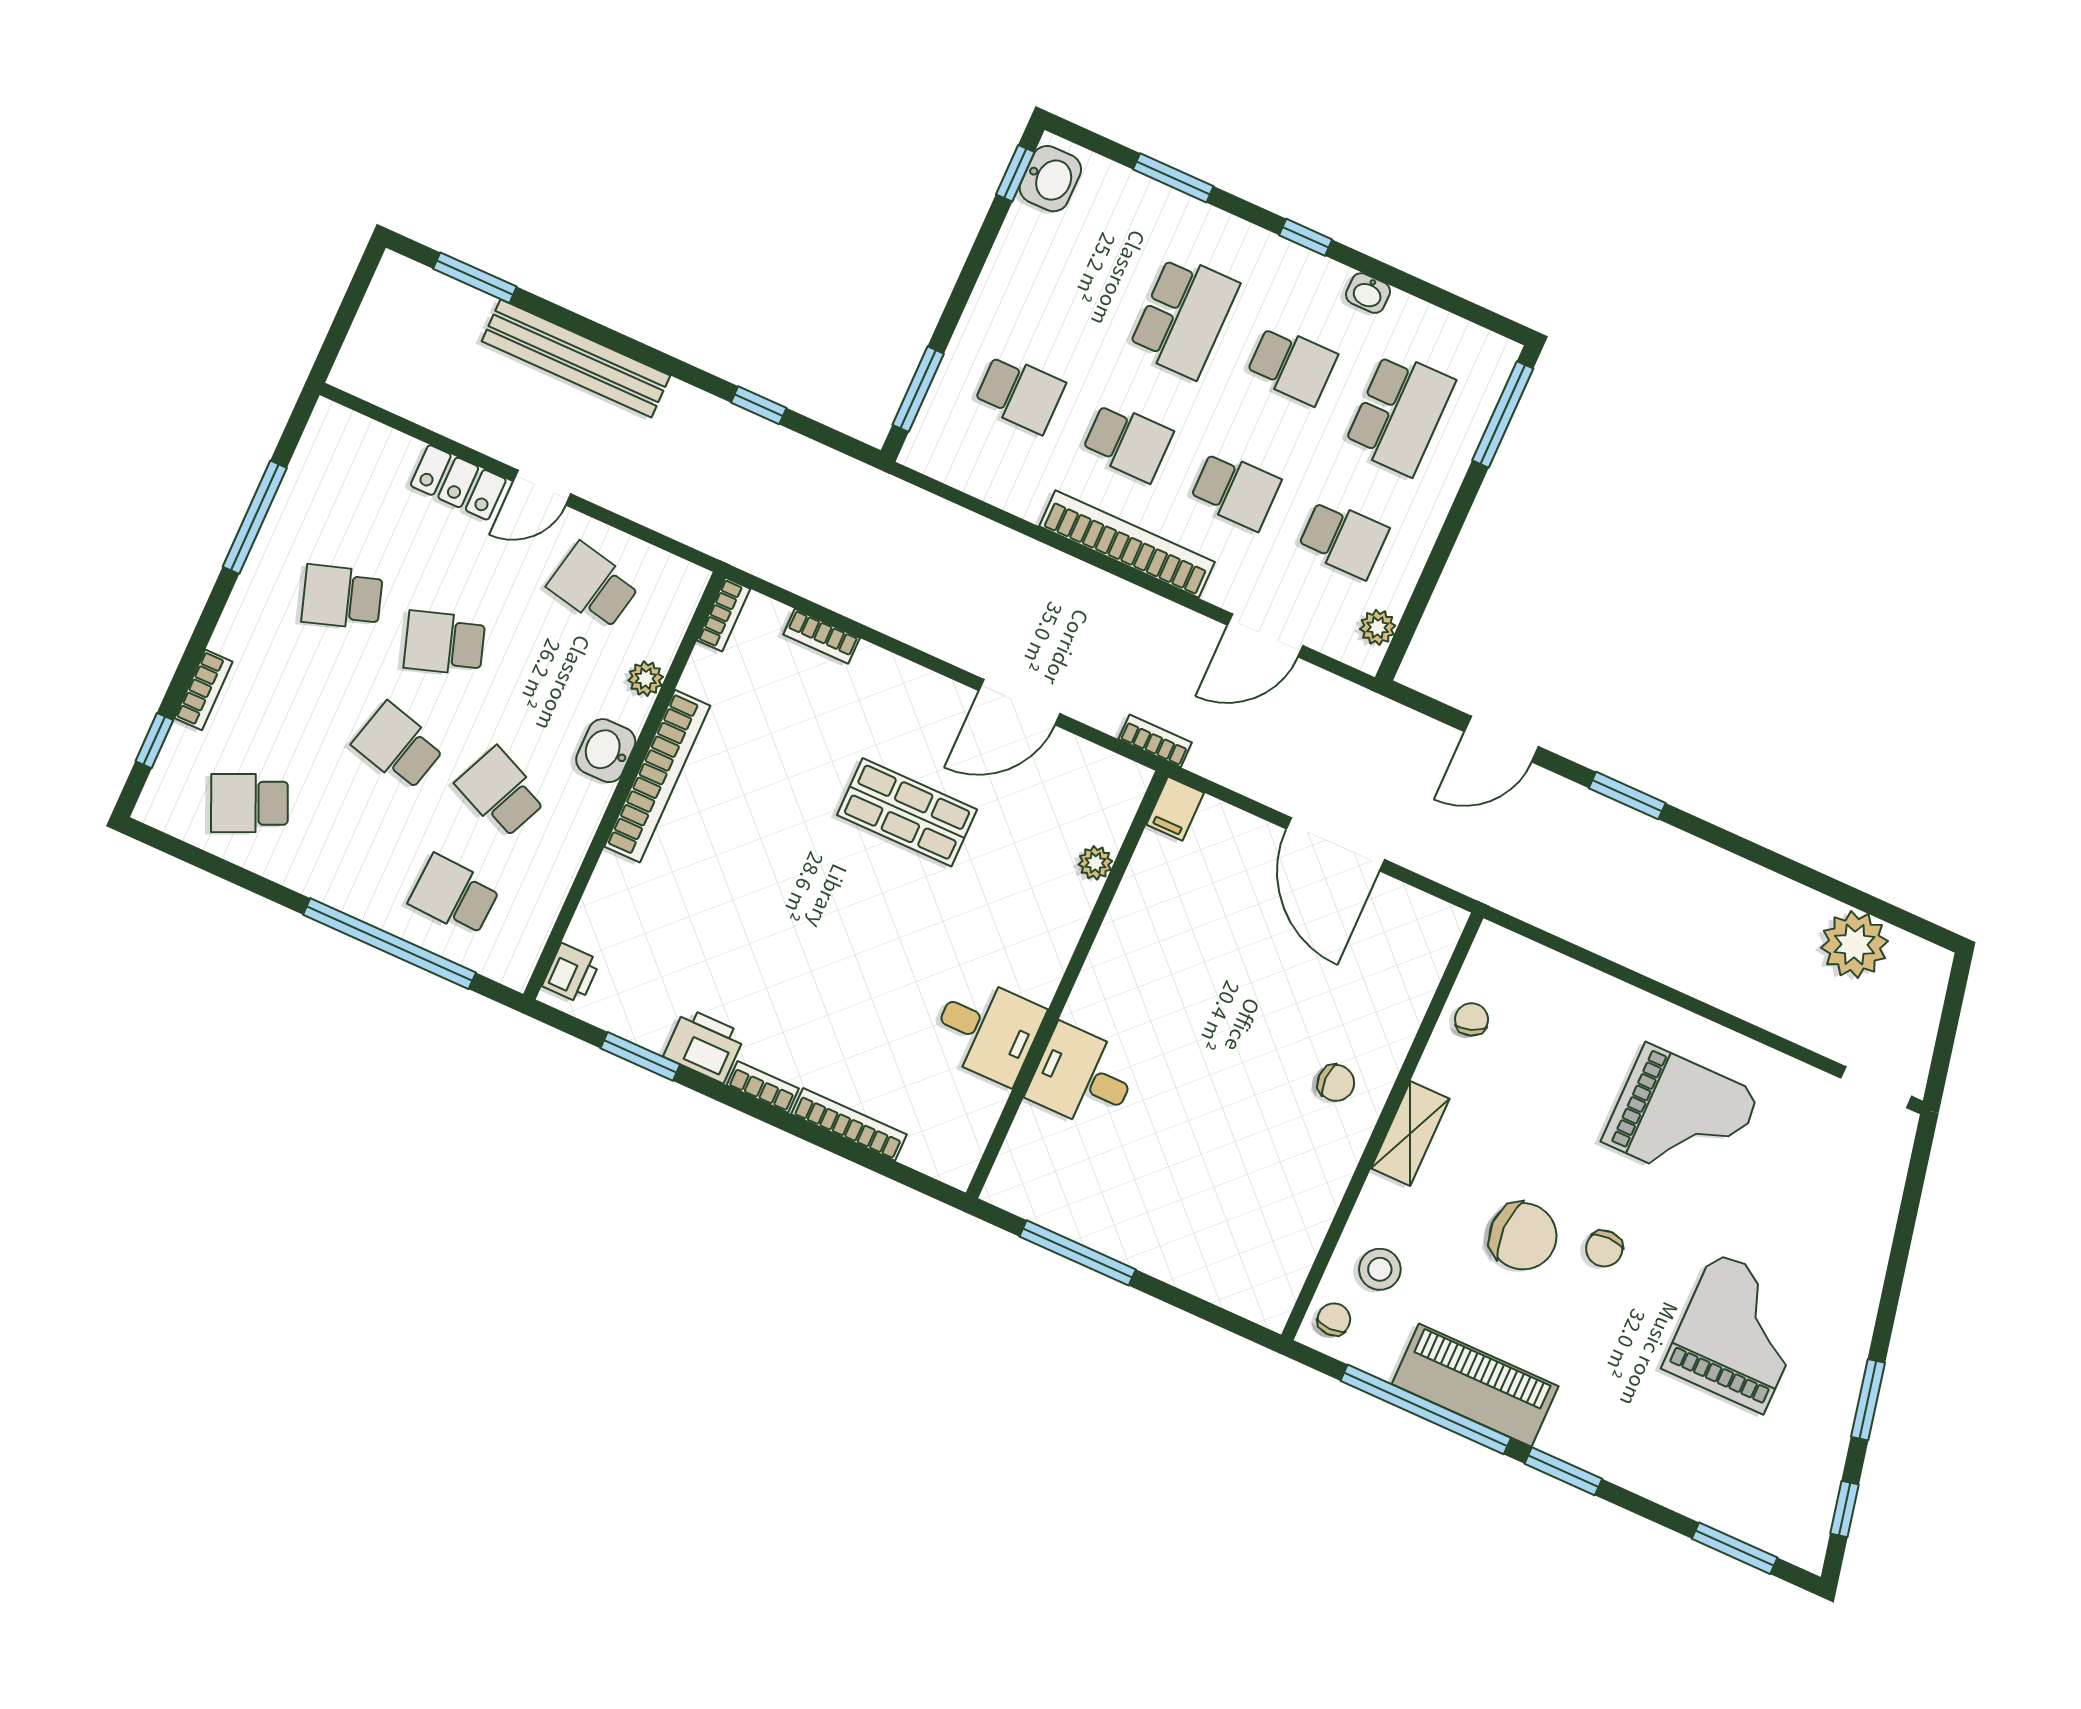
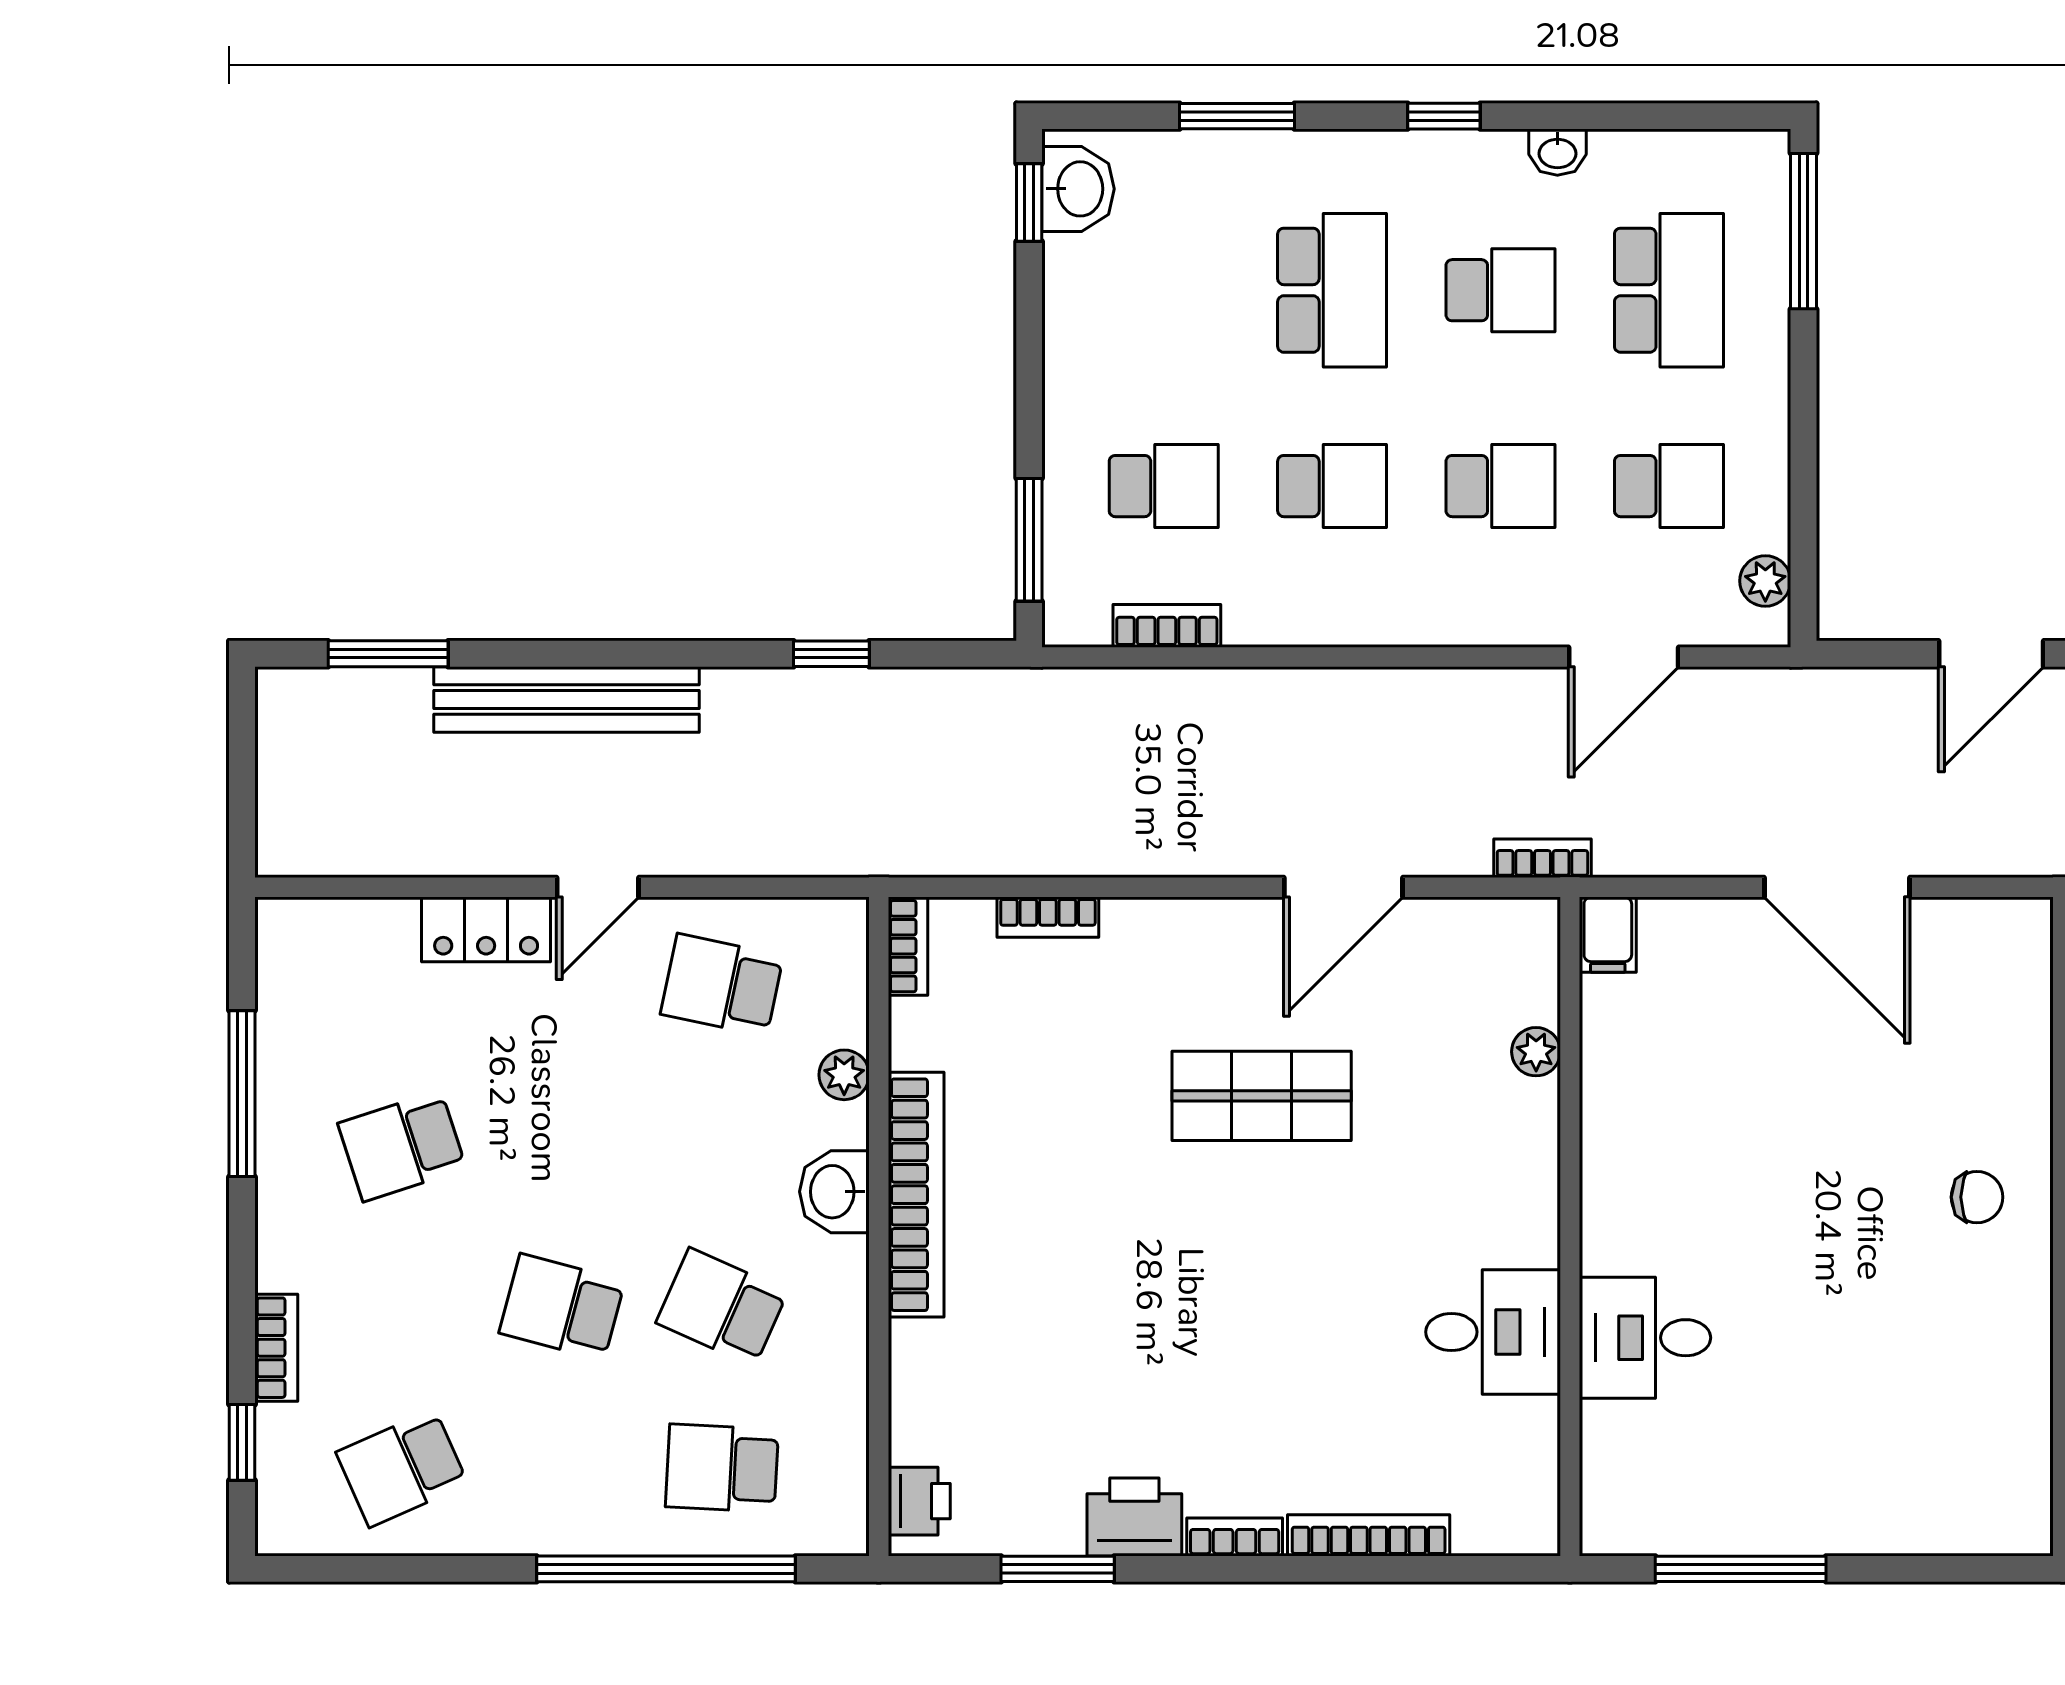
bookcase: (1127, 544) -> (1167, 626), moved, width x0.43, depth x0.76
school desk: (445, 643) -> (562, 1146), removed

